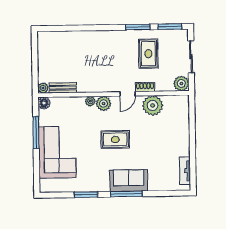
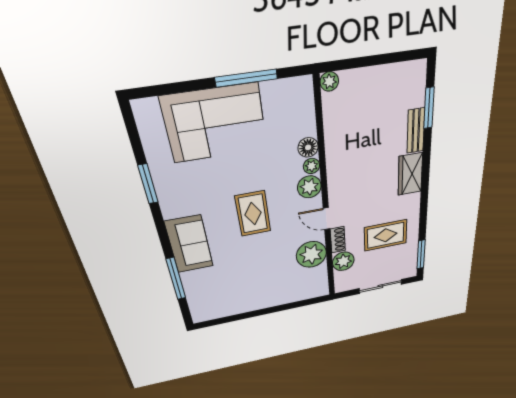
window: (138, 27) -> (429, 108), moved
wardrobe: (106, 38) -> (410, 174), added
plant: (181, 83) -> (343, 261), moved
bench: (63, 88) -> (416, 131), moved
floor lamp: (44, 103) -> (308, 147), moved
tv unit: (185, 171) -> (221, 312), removed
window: (126, 194) -> (176, 279), moved

